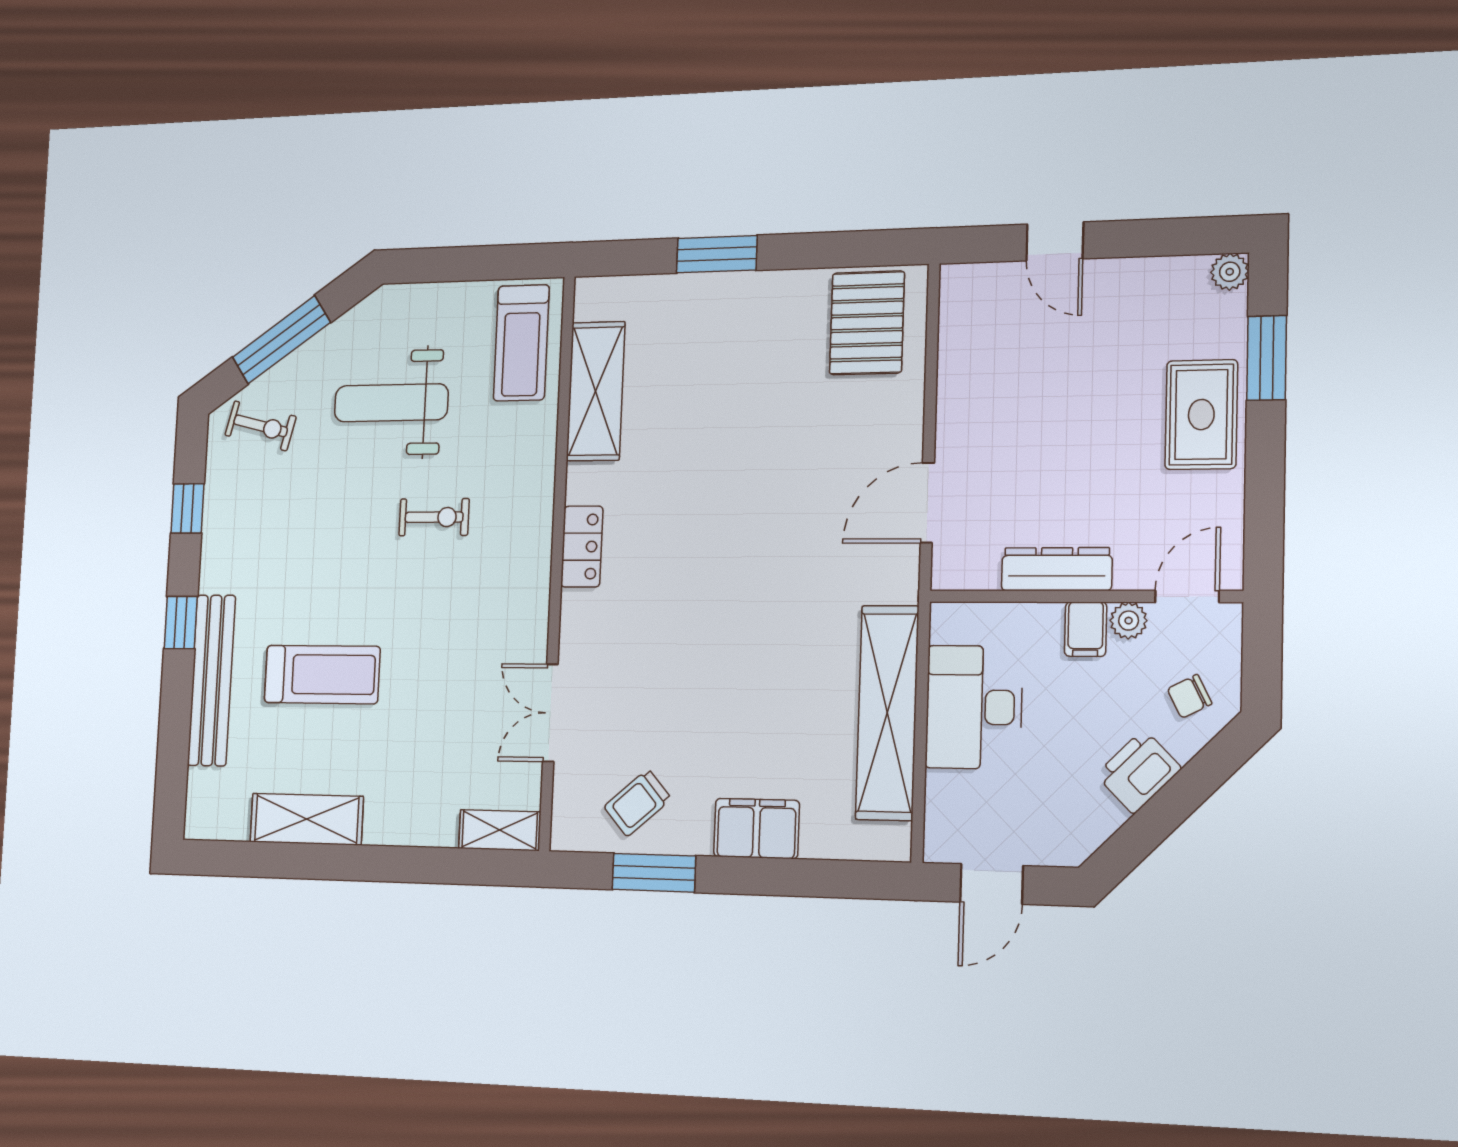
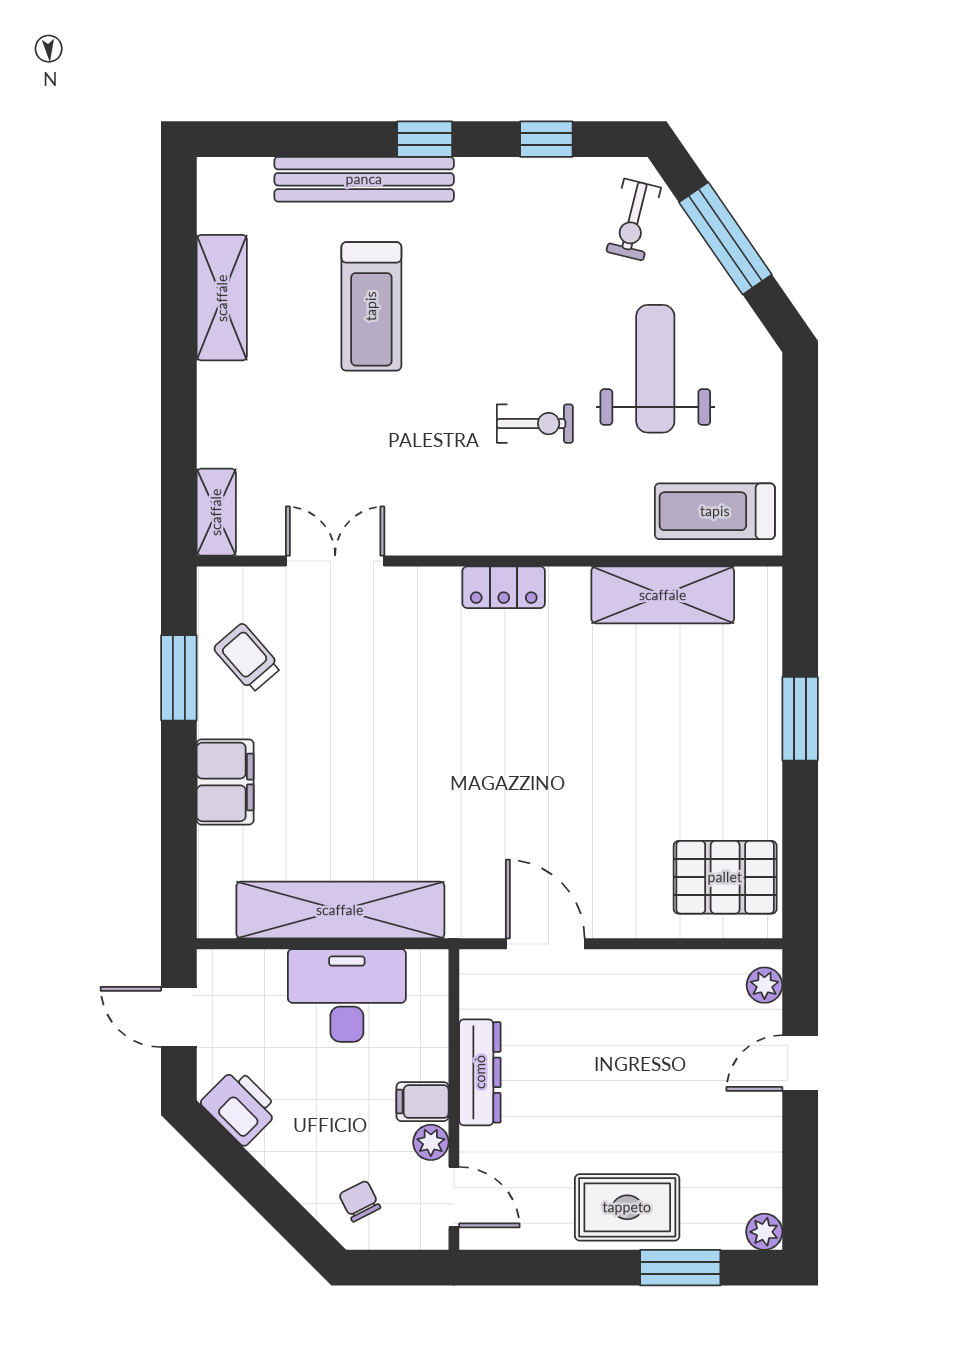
plant: (975, 280) -> (764, 985), added
exercise bike: (434, 517) -> (535, 424), turned -90
printer: (1139, 772) -> (240, 1107), moved

